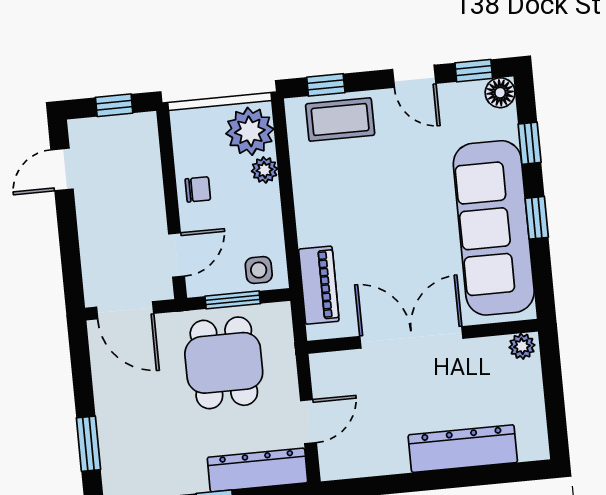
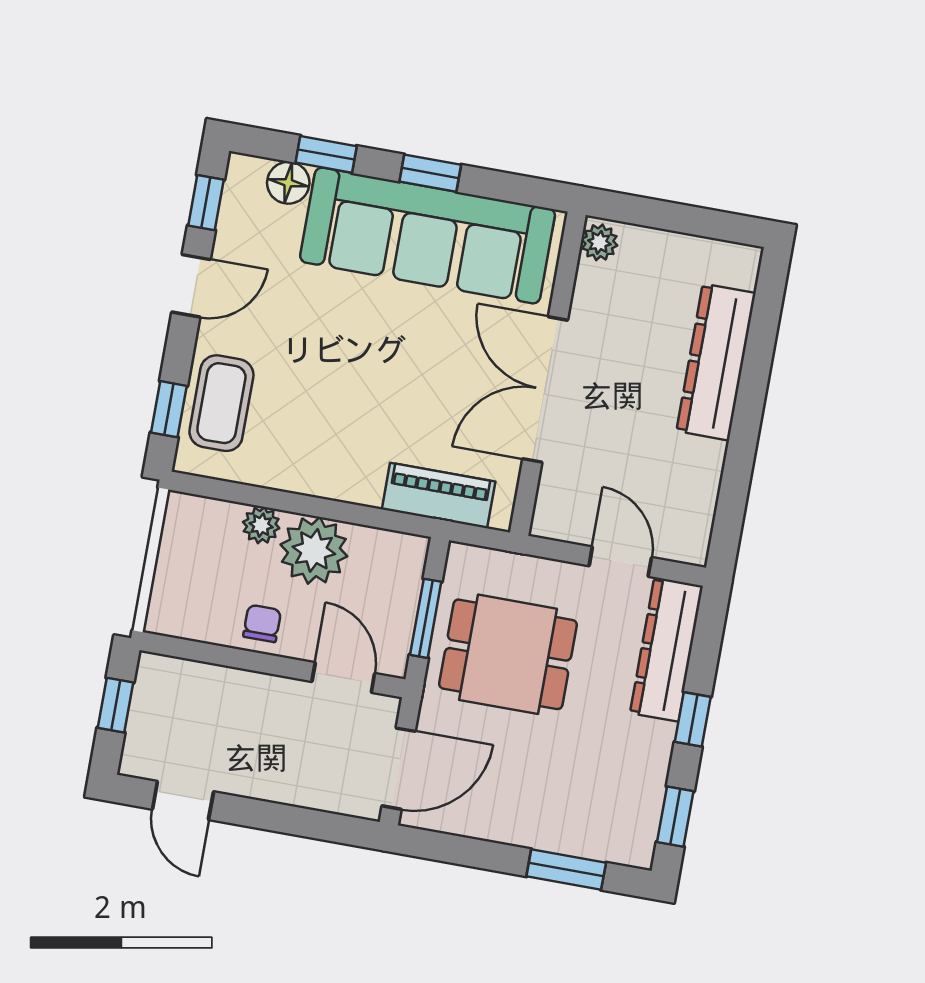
floor lamp: (500, 93) -> (288, 183), moved
plant: (250, 131) -> (314, 550), moved
side table: (259, 270) -> (395, 571), removed

